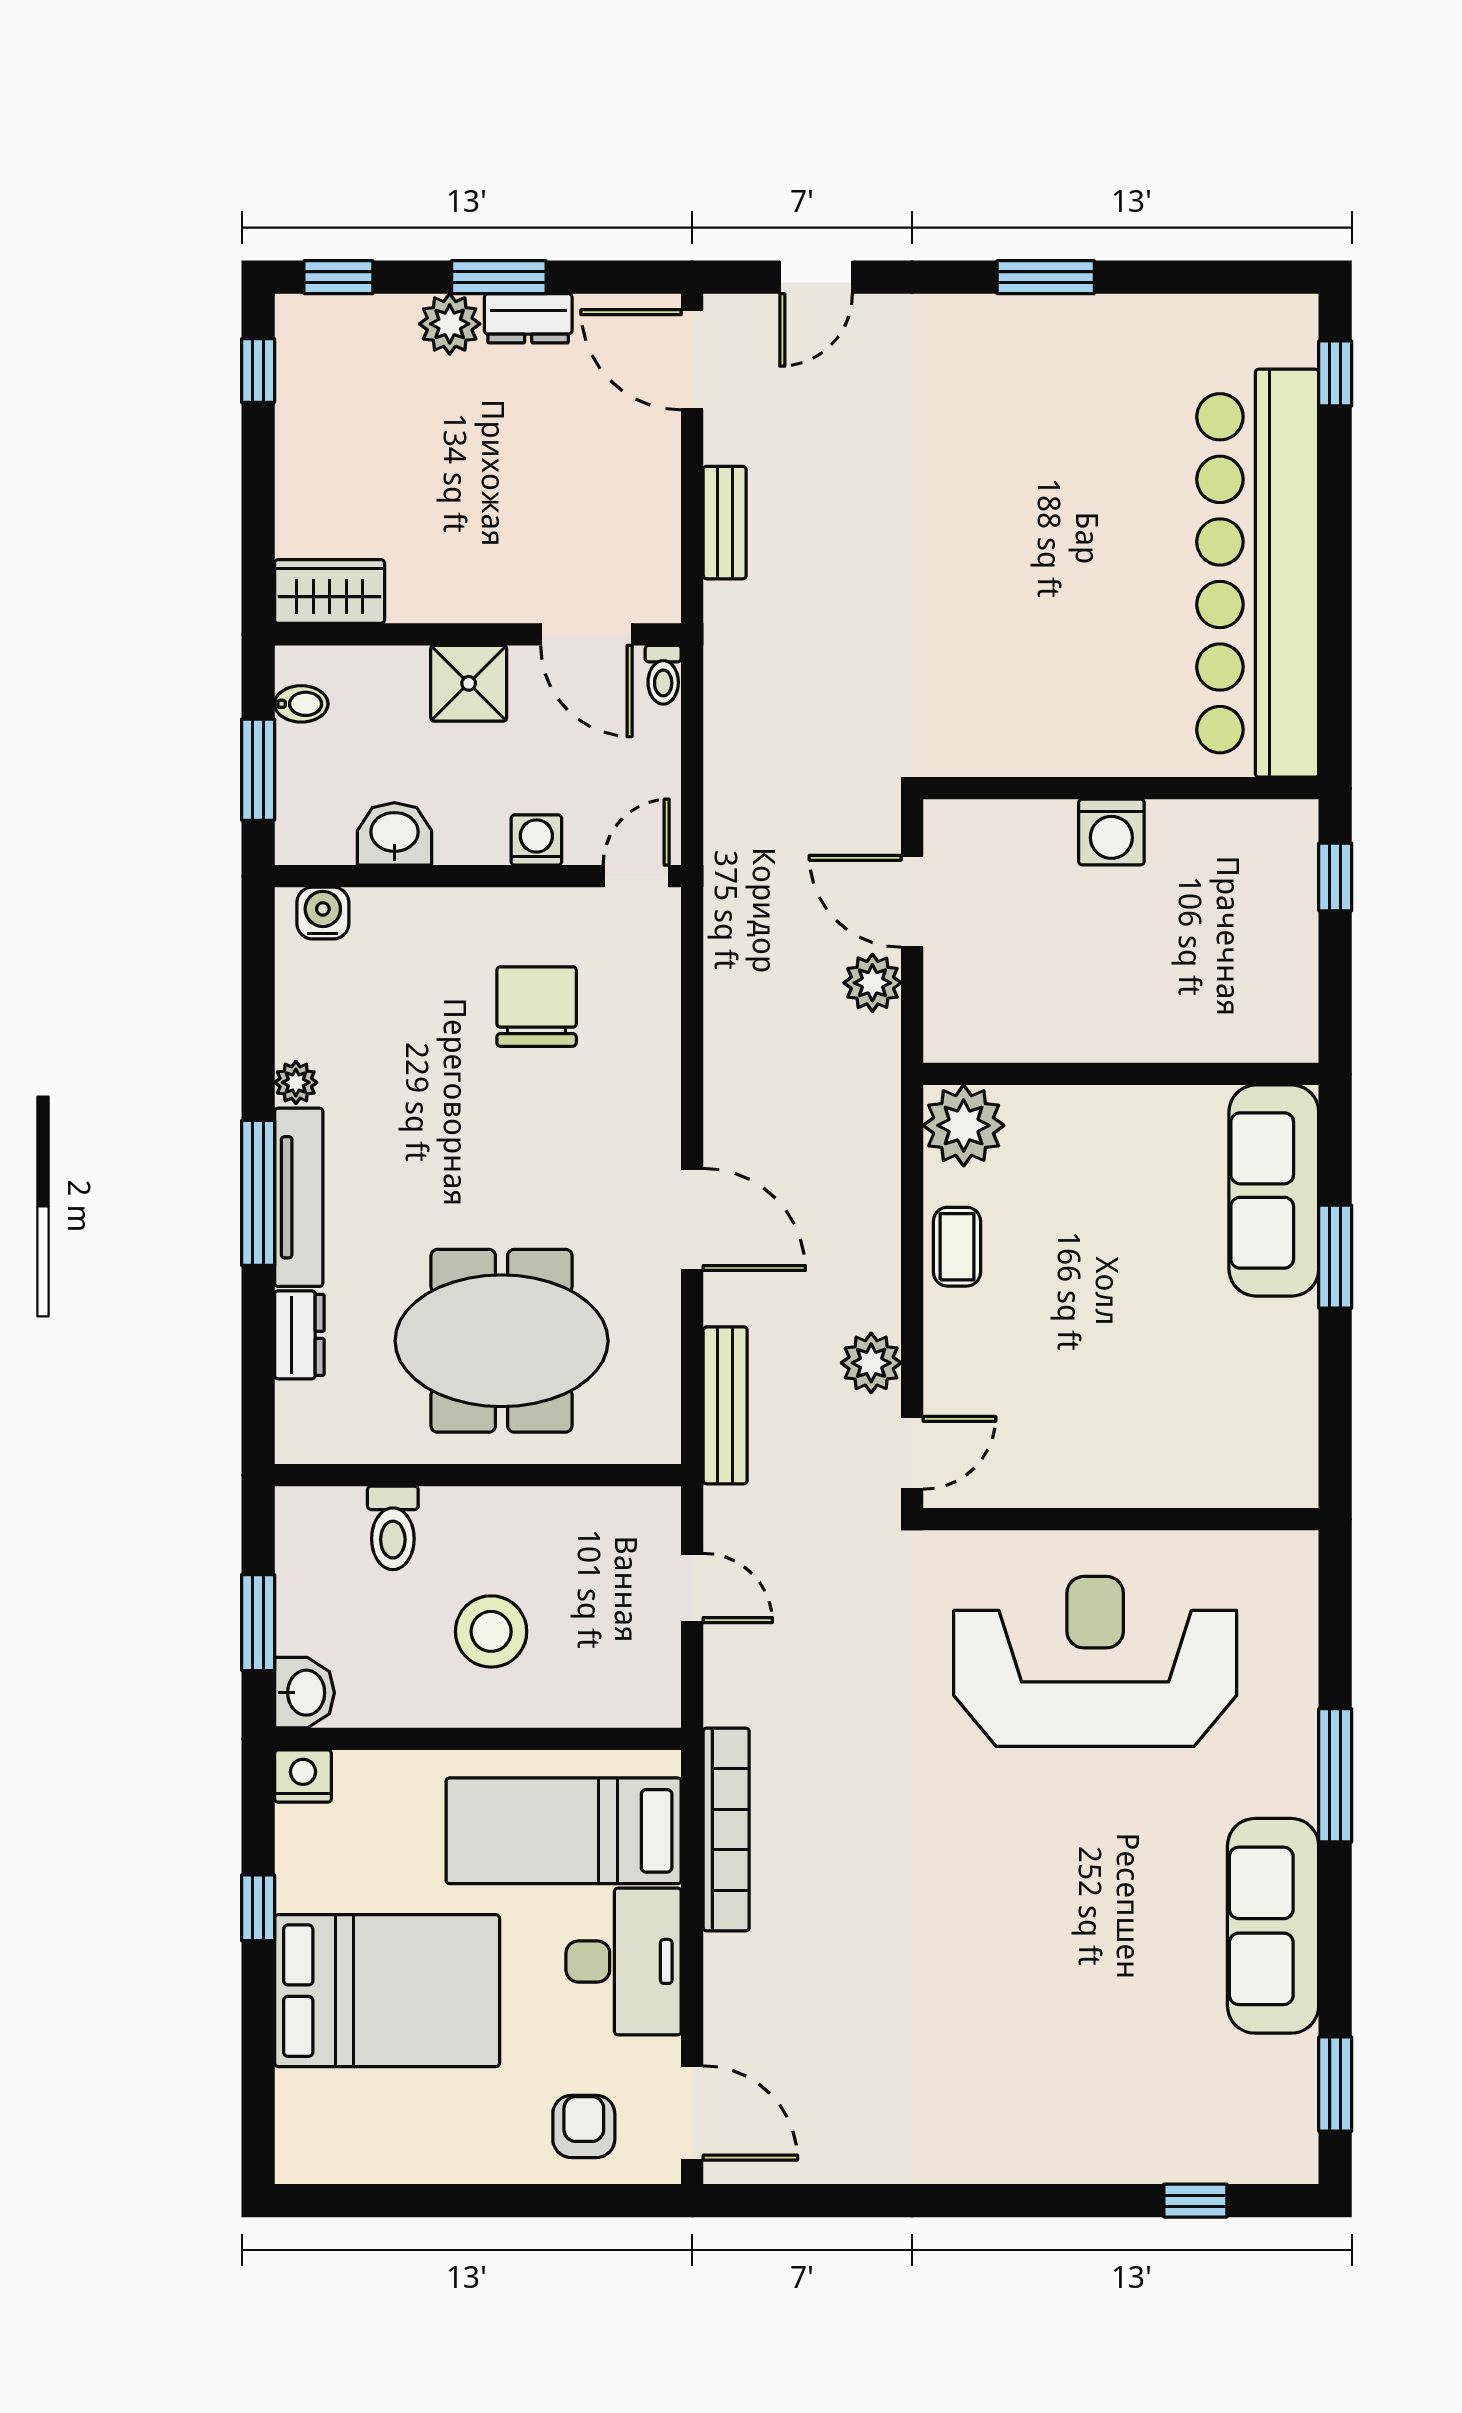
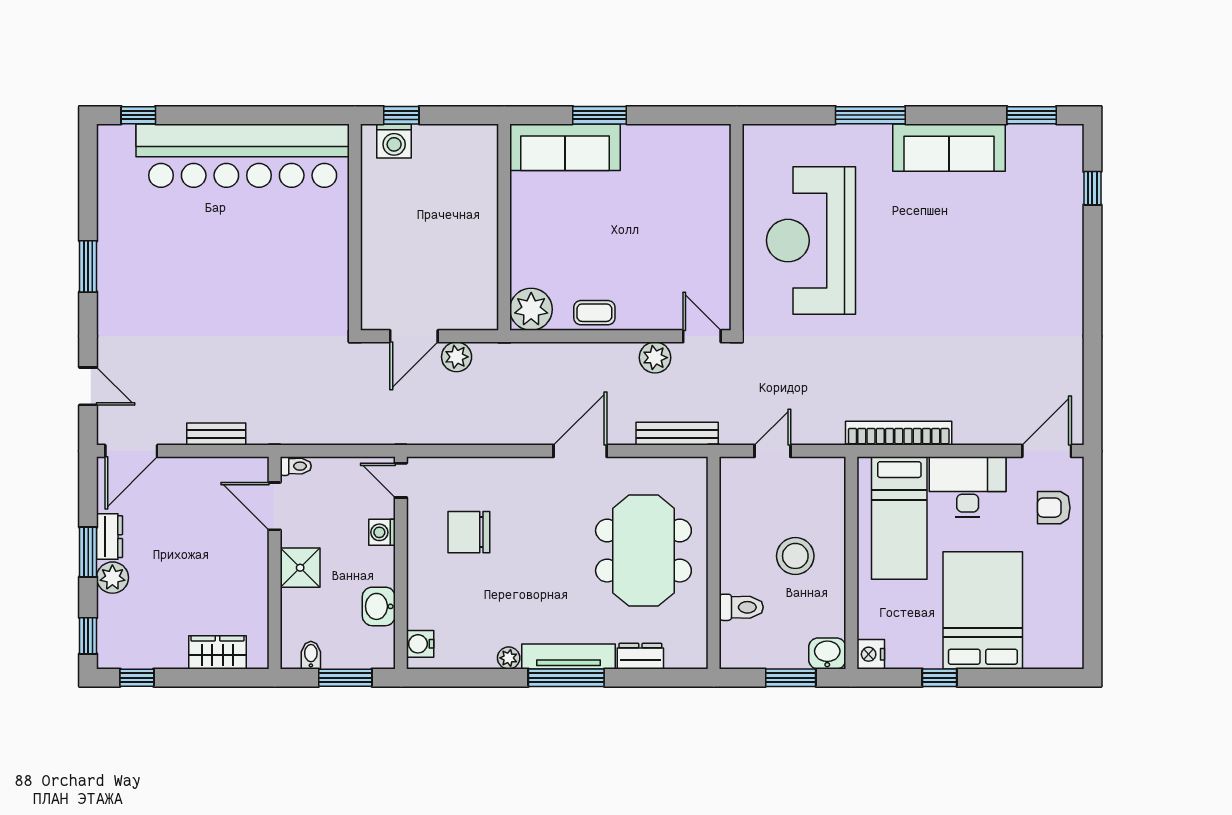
wardrobe: (330, 591) -> (217, 652), moved, turned 90
door: (586, 634) -> (275, 506), swing flipped
washing machine: (1111, 832) -> (394, 141), moved, turned 90

